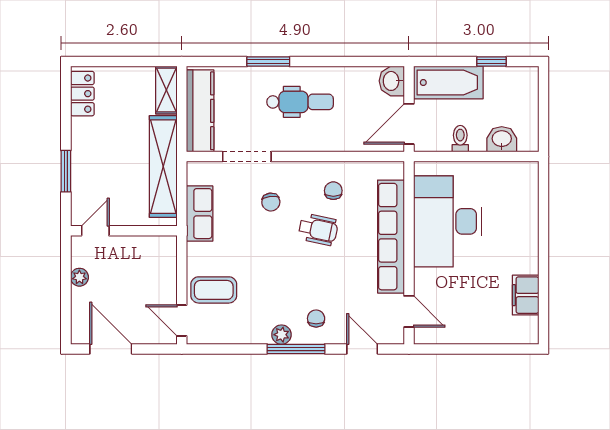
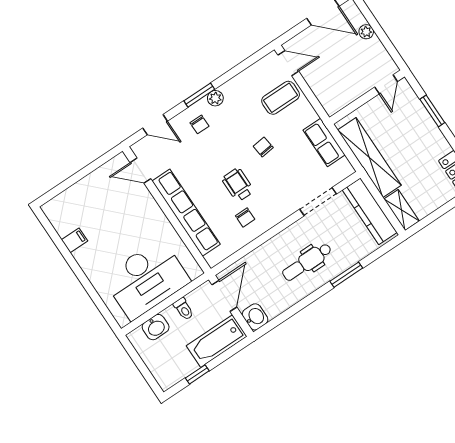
chair: (271, 202) -> (263, 147), moved
desk: (448, 221) -> (146, 279), moved, turned 90
wheelchair: (318, 230) -> (238, 185), turned 78
plant: (79, 277) -> (366, 32), moved
filing cabinet: (526, 295) -> (74, 240), width x0.50
window: (296, 349) -> (199, 95), width x0.69

